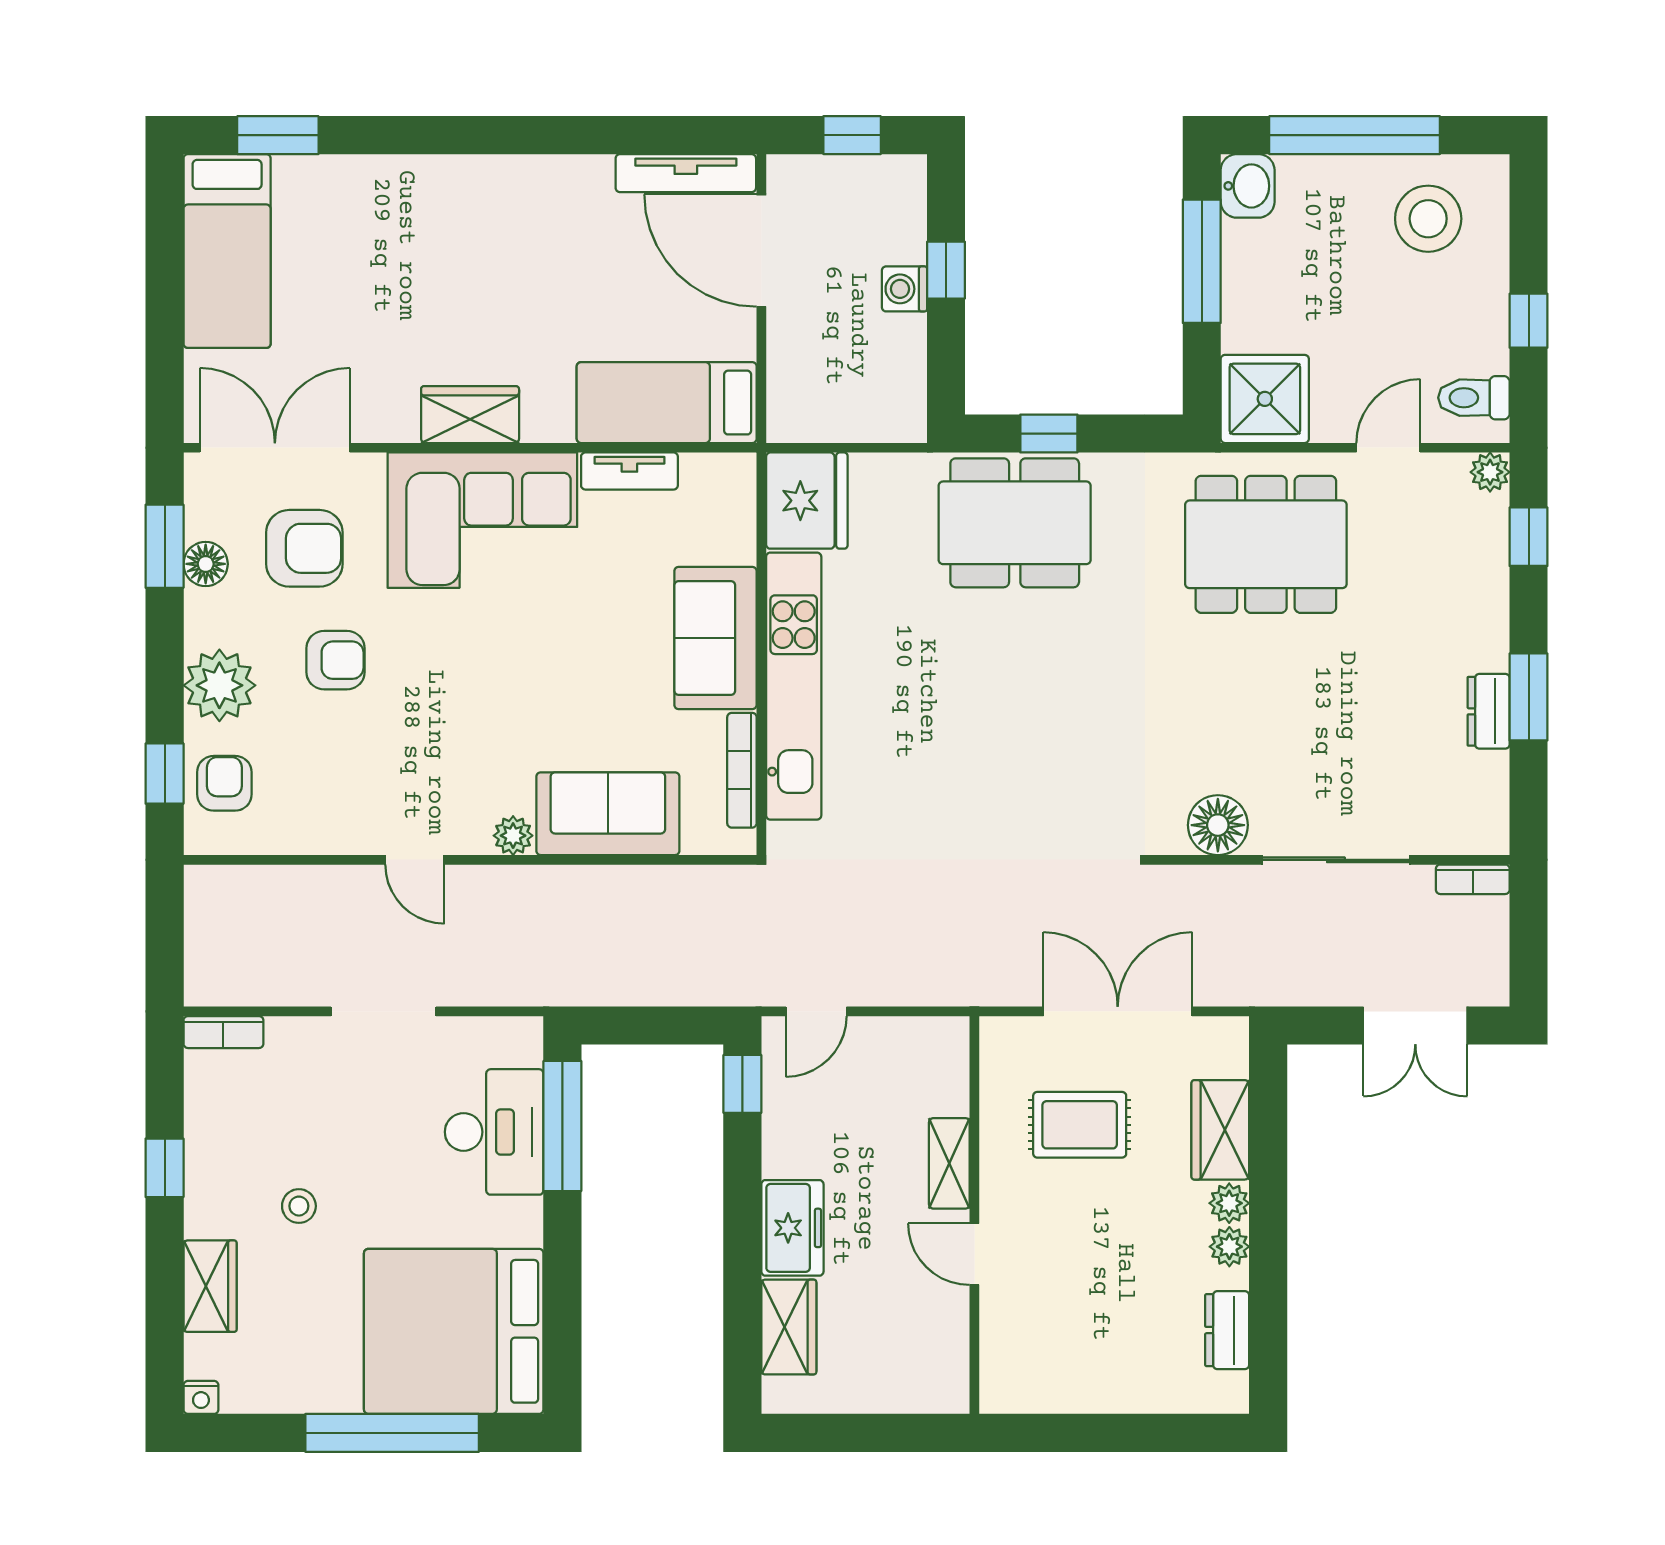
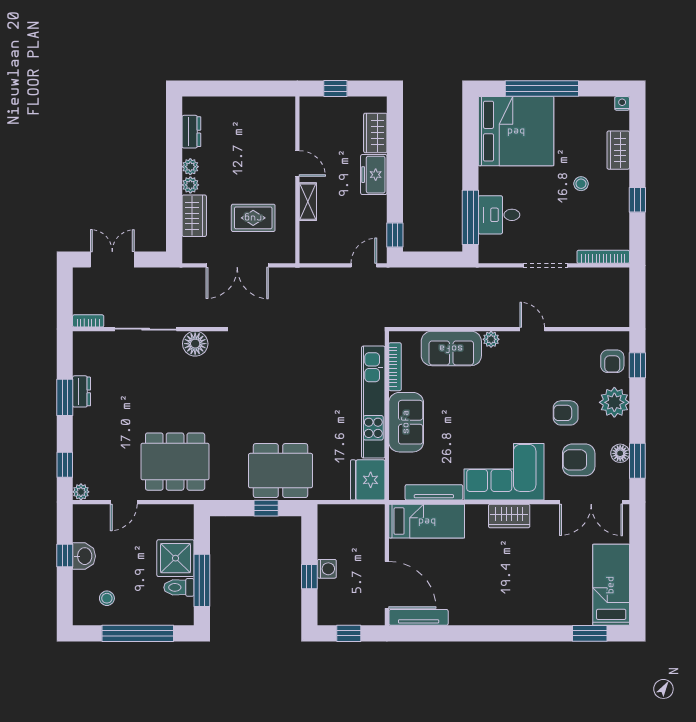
washbasin: (1248, 186) -> (84, 556), moved, turned 180
stool: (1428, 219) -> (107, 598), width x0.53, depth x0.53
toilet: (1474, 398) -> (179, 587), moved, turned 180
shower: (1265, 399) -> (175, 558), moved
tv unit: (629, 471) -> (434, 492), width x1.41
bookcase: (223, 1032) -> (603, 257), width x1.56
desk: (494, 1132) -> (499, 215), width x0.73
window: (884, 1433) -> (335, 89), added

